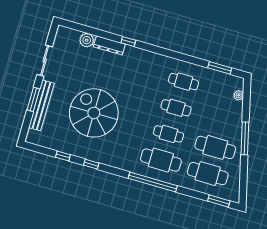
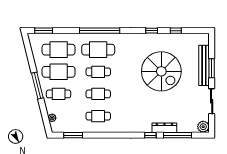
window: (96, 32) -> (177, 135), added
plant: (87, 40) -> (203, 127), moved
cafe table: (223, 121) -> (59, 94), added

